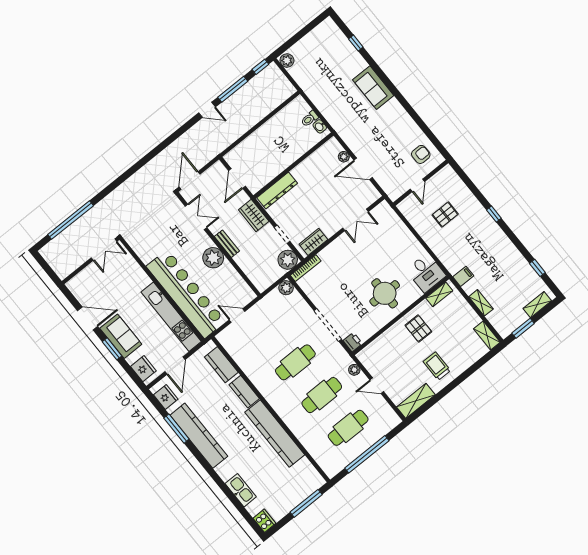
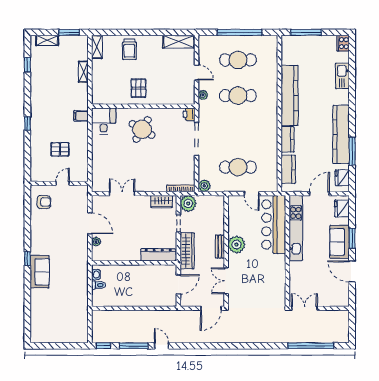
window: (356, 43) -> (27, 259), moved
plant: (287, 60) -> (82, 336), removed
armchair: (421, 154) -> (44, 202), turned 180
wardrobe: (254, 216) -> (187, 251), width x1.50
filing cabinet: (463, 276) -> (81, 116), moved
round table: (385, 293) -> (142, 129), turned 30
bar counter: (186, 294) -> (274, 225), width x0.73
shelving: (439, 294) -> (106, 100), removed
cafe table: (295, 362) -> (238, 167), moved
trolley: (437, 366) -> (129, 49), moved

